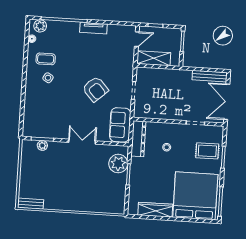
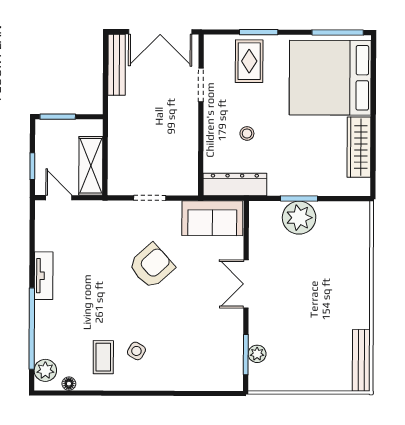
plant: (118, 164) -> (299, 218), moved
bench: (30, 204) -> (361, 360), width x1.36

